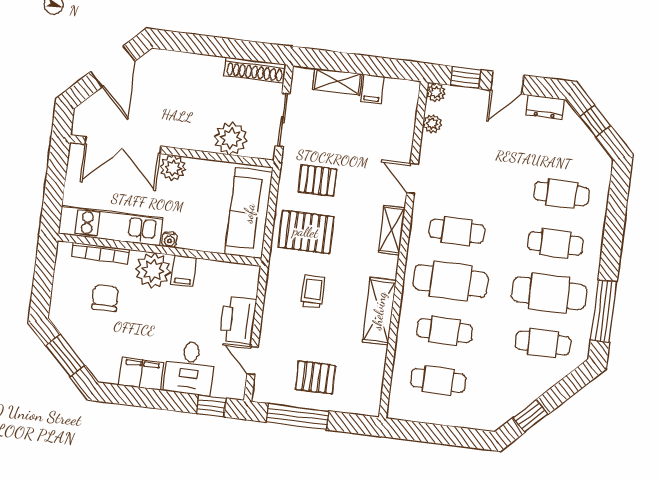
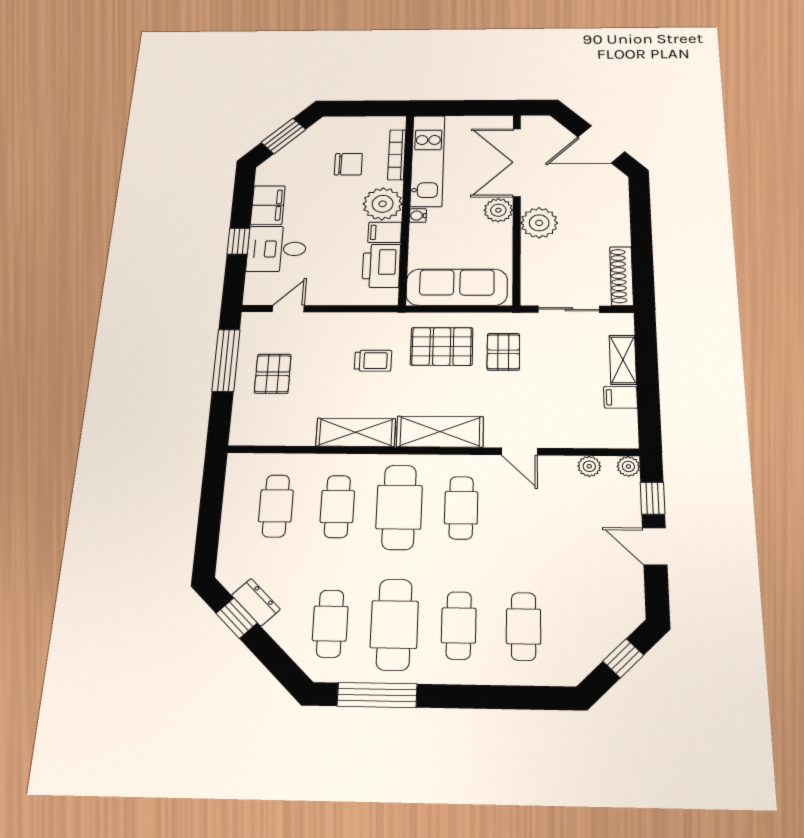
dresser: (545, 107) -> (256, 602), moved, turned 135
plant: (231, 139) -> (539, 223), moved
door: (412, 179) -> (519, 452), swing flipped
shelving: (392, 230) -> (440, 432), width x1.50, depth x1.33
pallet: (306, 232) -> (442, 346), turned 90
printer: (238, 320) -> (381, 266), moved, turned -90
window: (211, 406) -> (238, 241), moved

